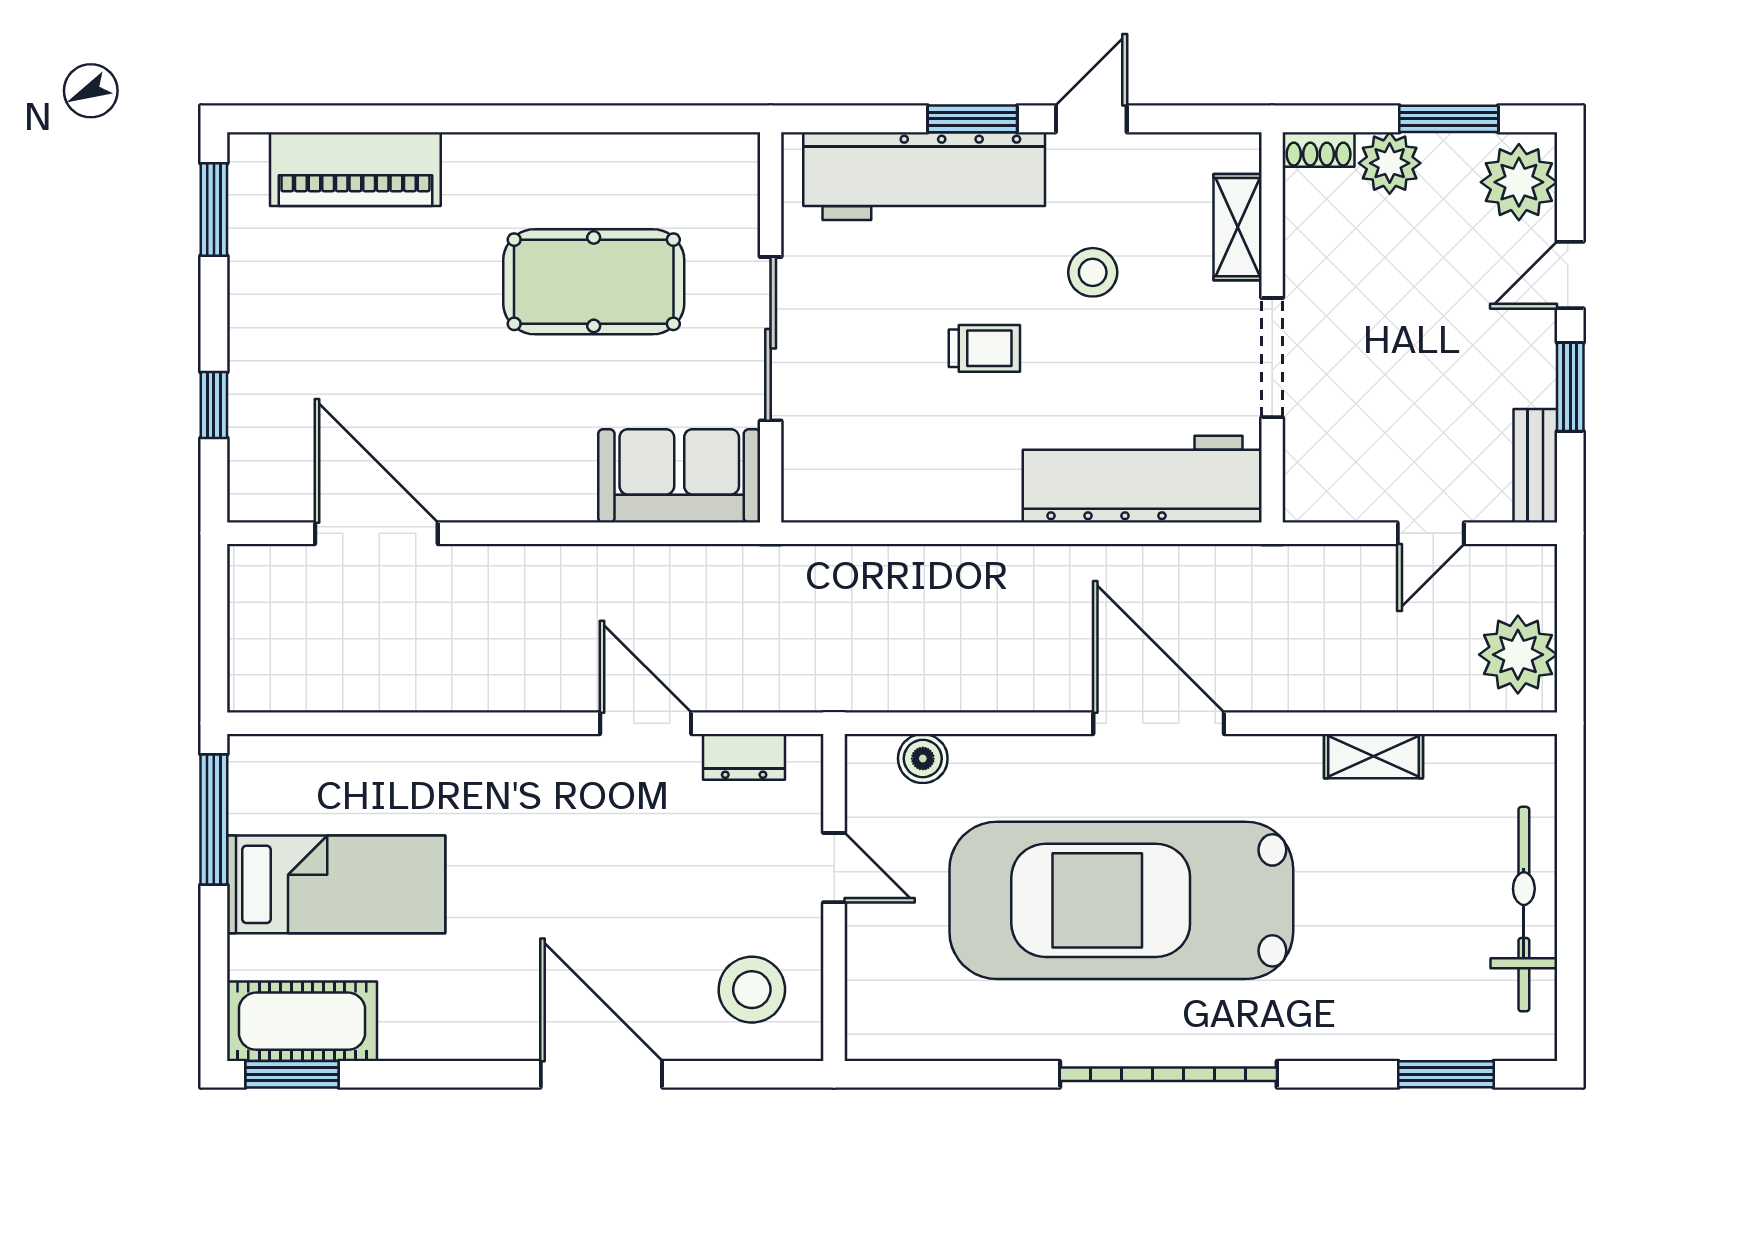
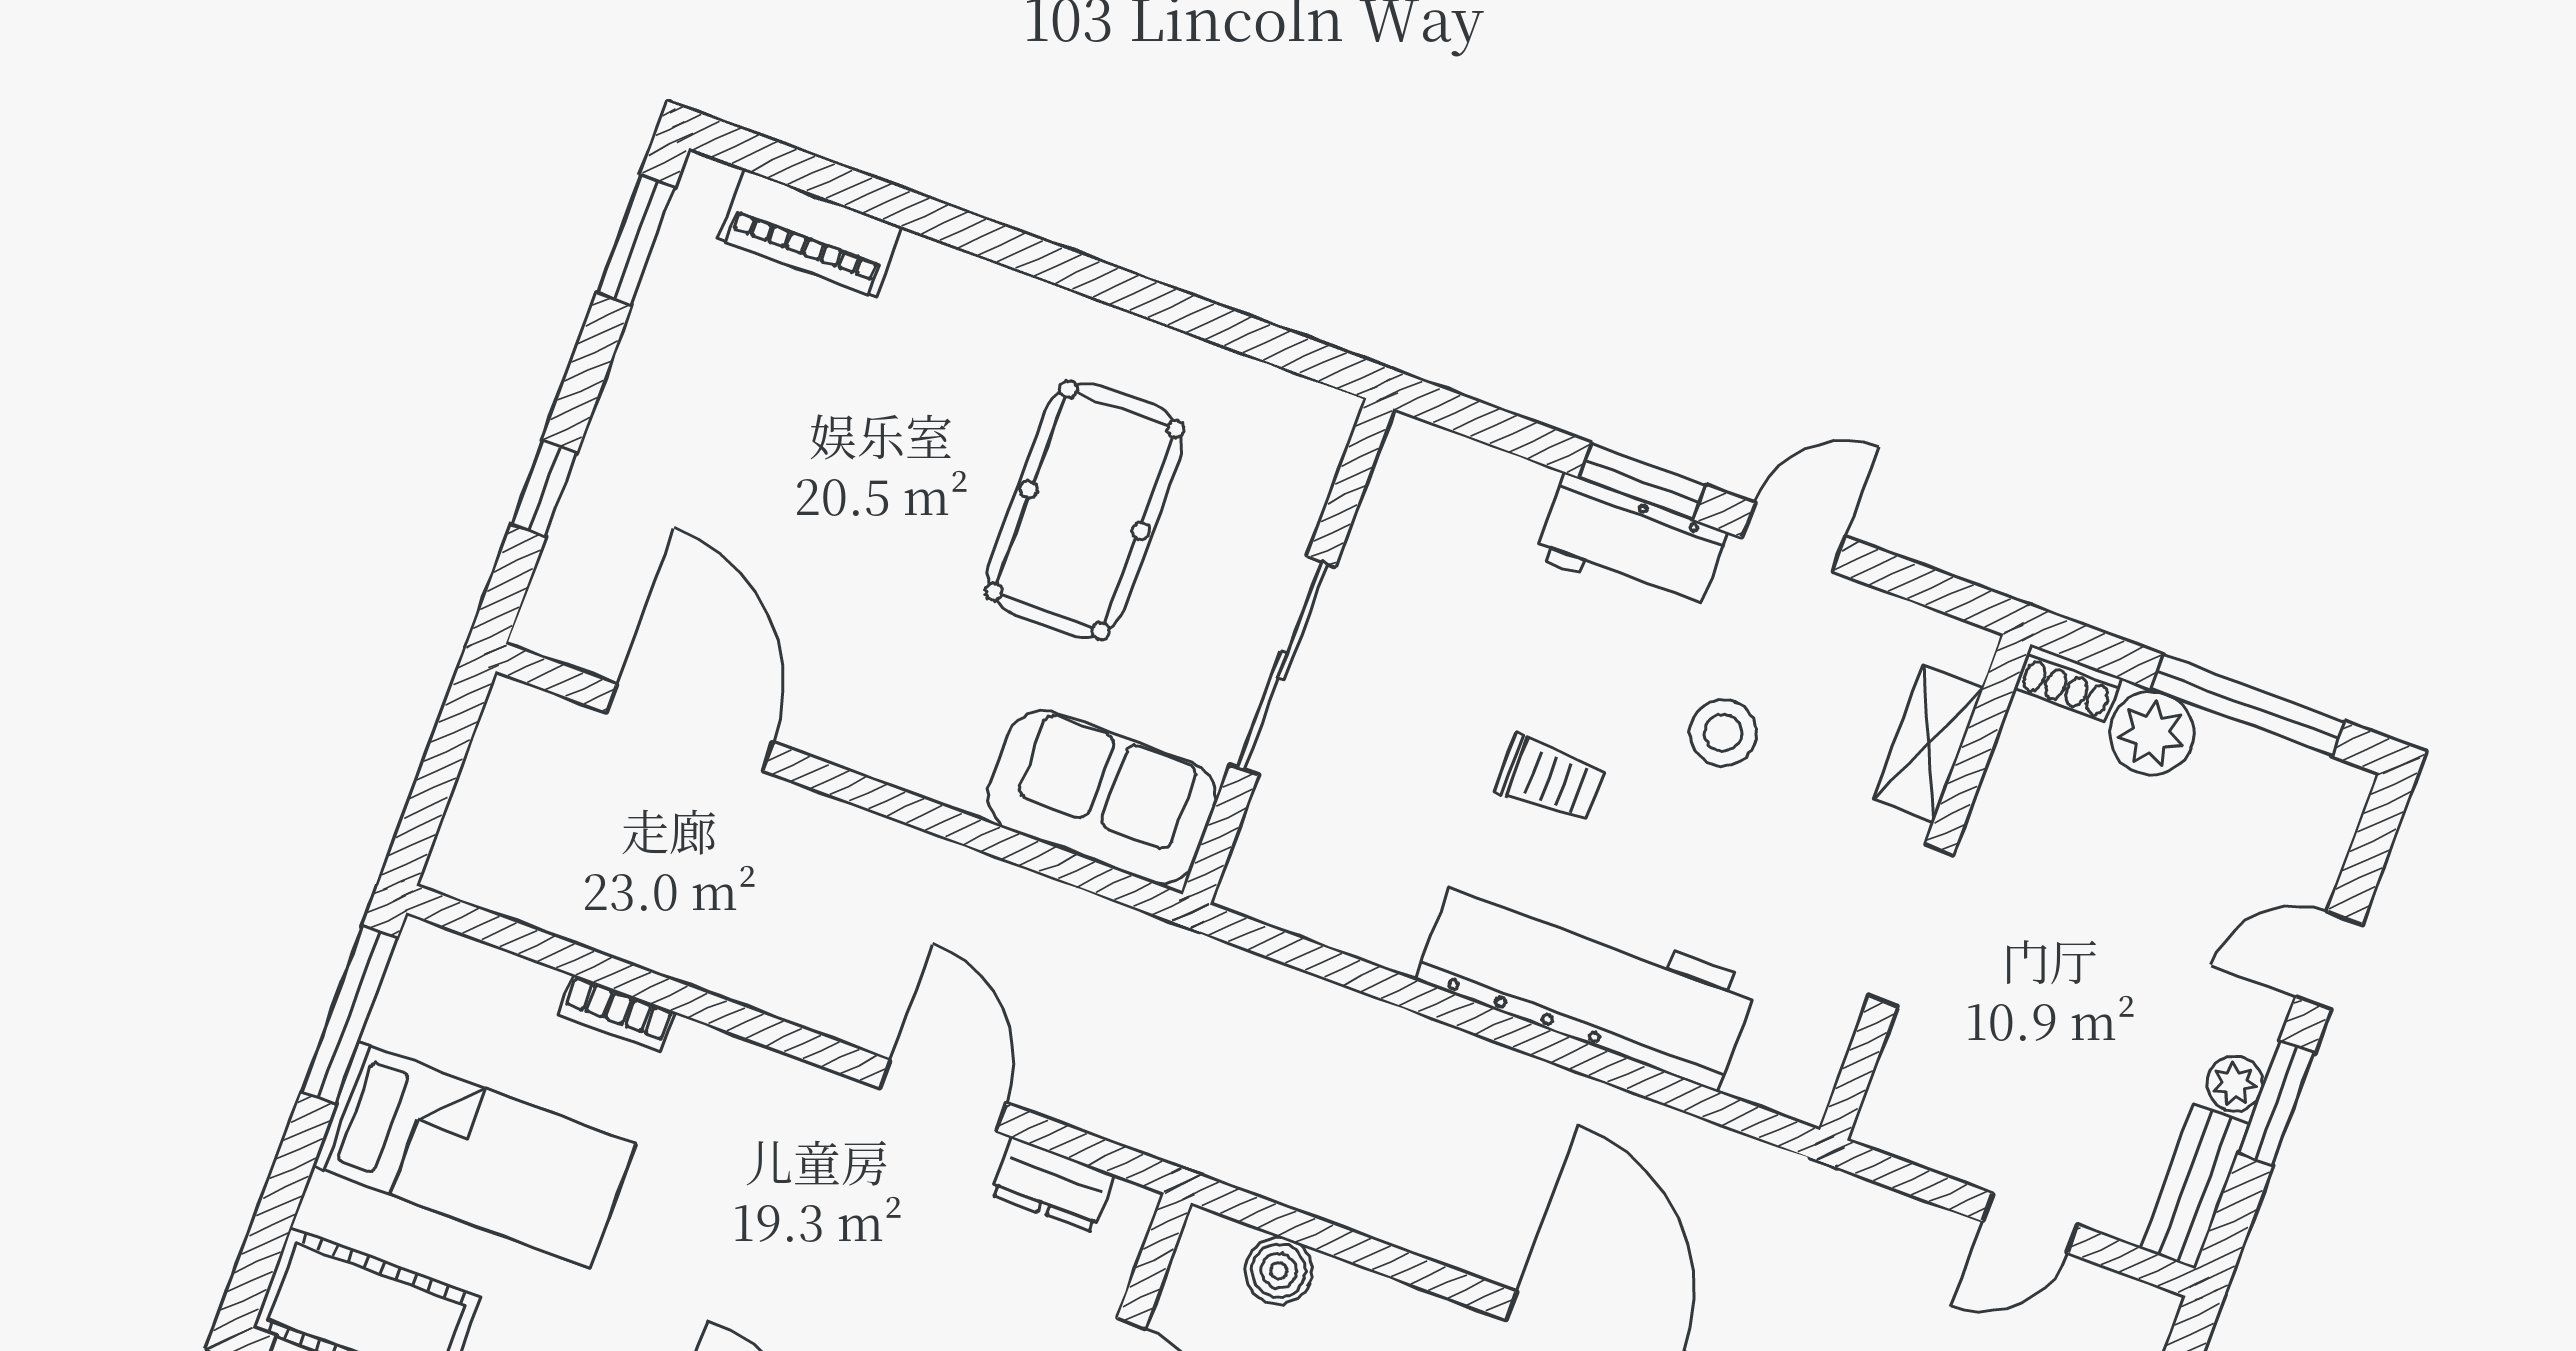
window: (1449, 119) -> (2248, 705), width x1.44
piano: (355, 169) -> (810, 233), width x0.73, depth x0.75
workbench: (924, 176) -> (1631, 544), width x0.53, depth x0.76
plant: (1519, 182) -> (2235, 1084), moved, width x0.53, depth x0.53
pool table: (594, 282) -> (1085, 510), turned 90
workbench: (1142, 479) -> (1587, 981), moved
bookcase: (399, 750) -> (617, 1013), added

